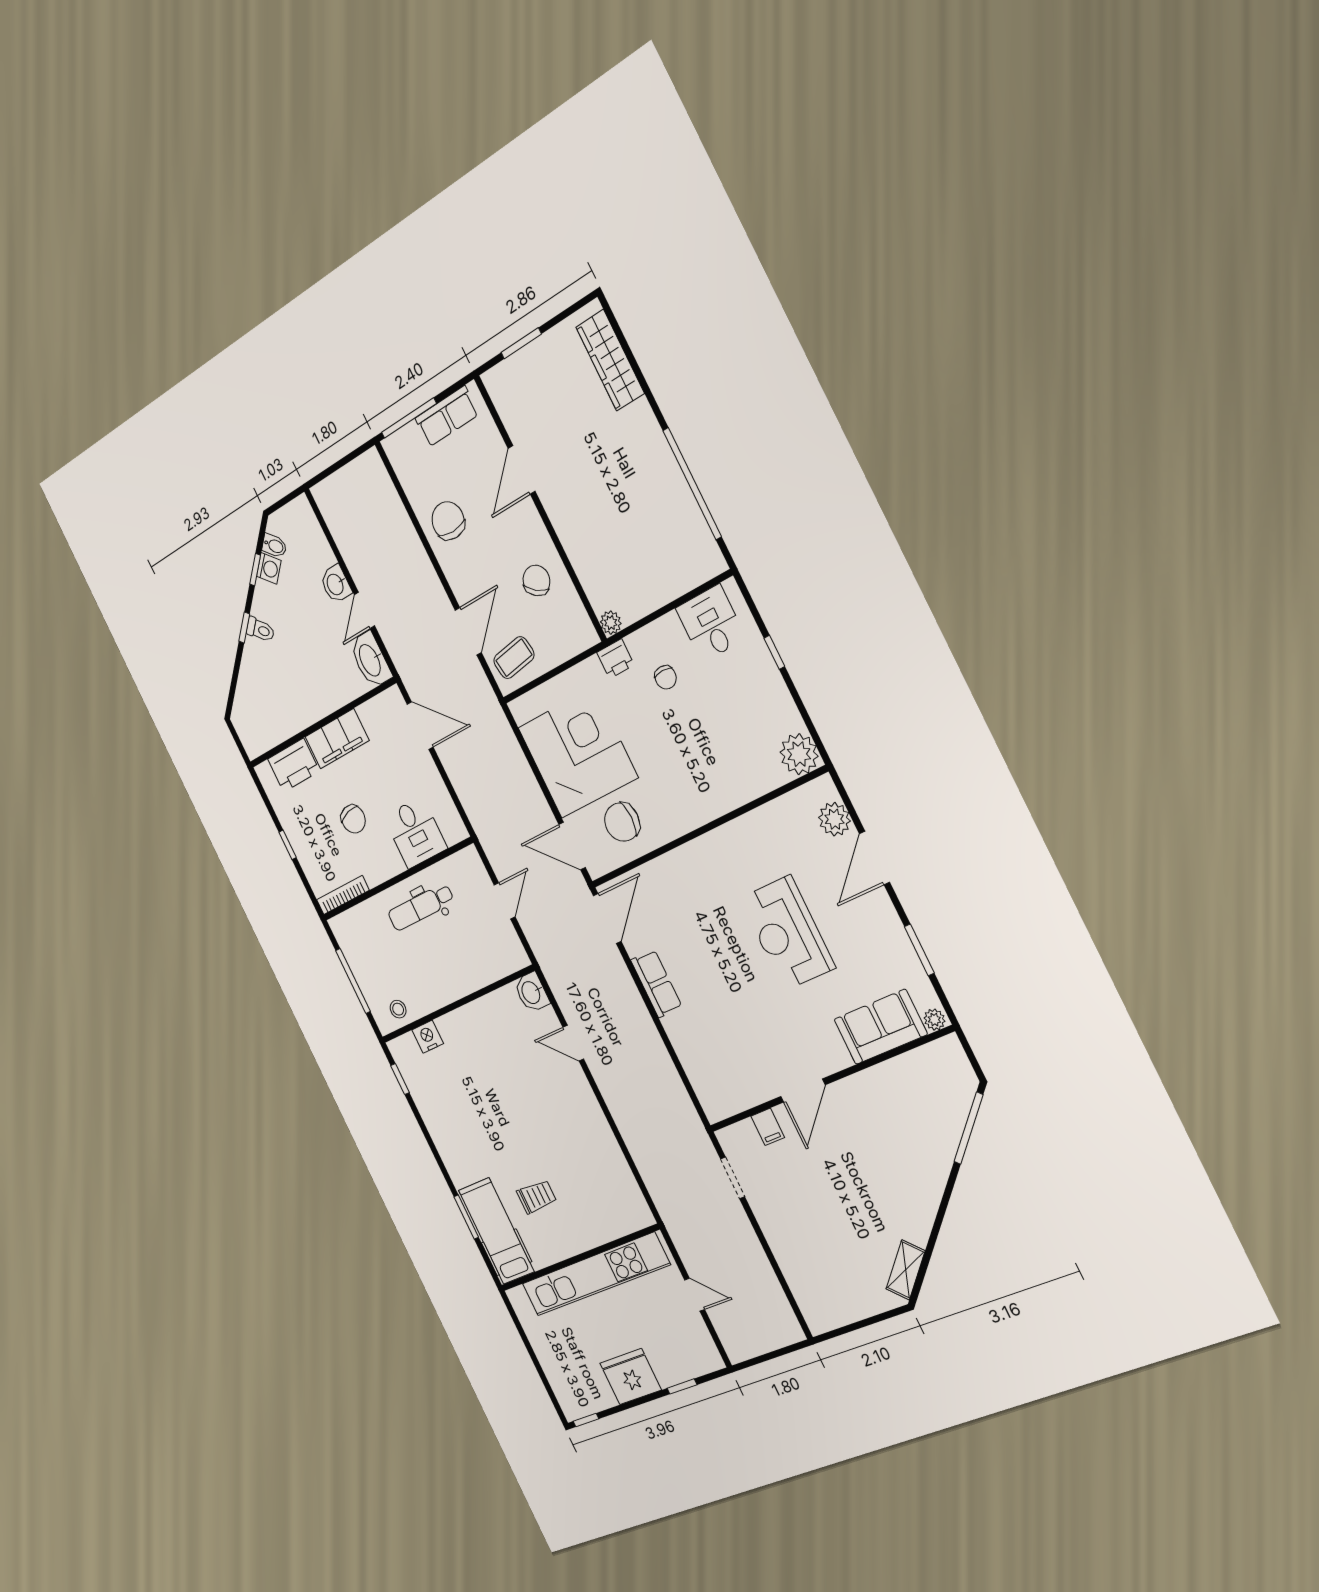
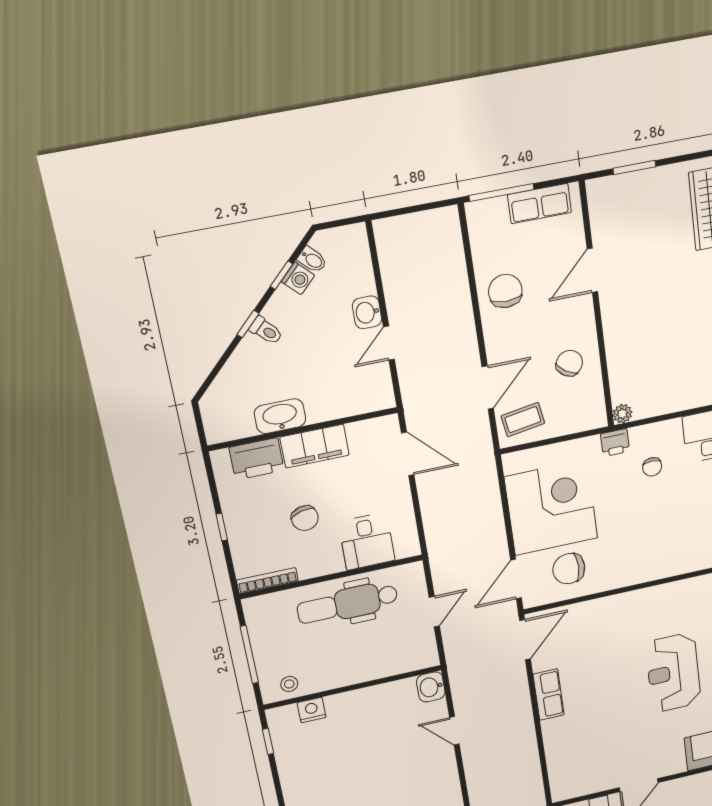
washbasin: (370, 660) -> (280, 416), moved, turned 90
door: (572, 846) -> (516, 579), hinge flipped
dental chair: (421, 907) -> (348, 604), width x1.36, depth x1.38

